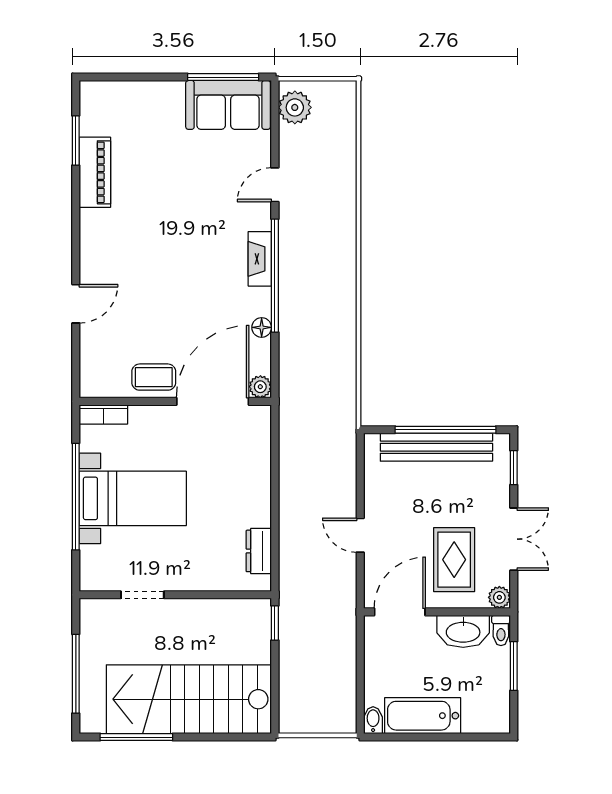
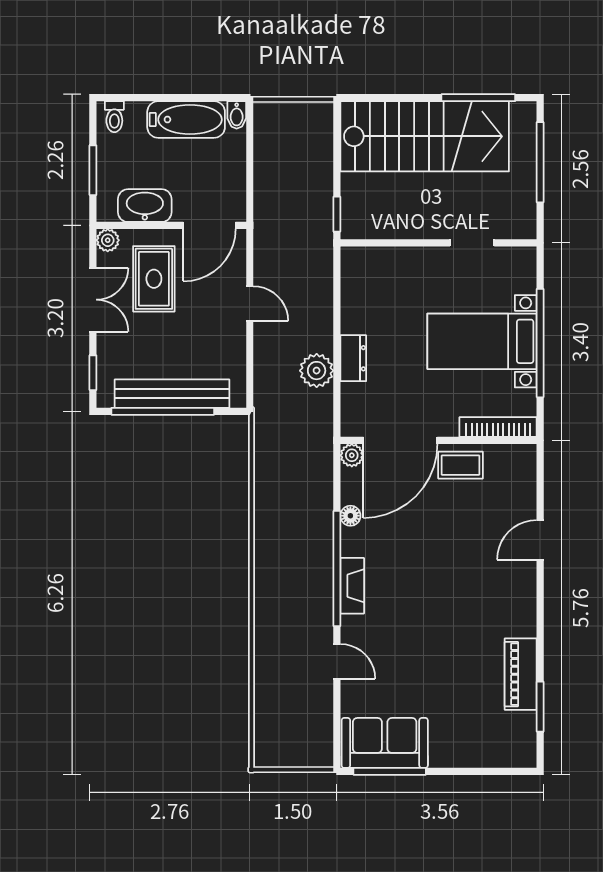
plant: (295, 107) -> (317, 371), moved
door: (275, 185) -> (337, 661), hinge flipped
bookcase: (103, 414) -> (498, 427), width x1.56
double door: (514, 539) -> (93, 300), swing flipped
dresser: (259, 551) -> (353, 358), moved
toilet: (501, 630) -> (114, 117), moved, turned 180

